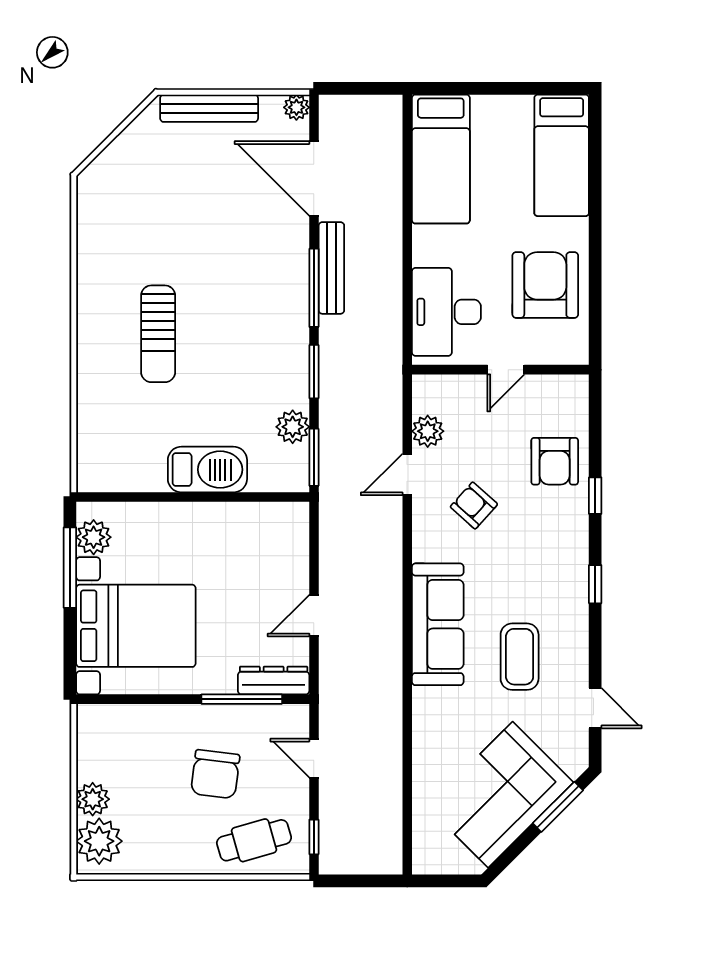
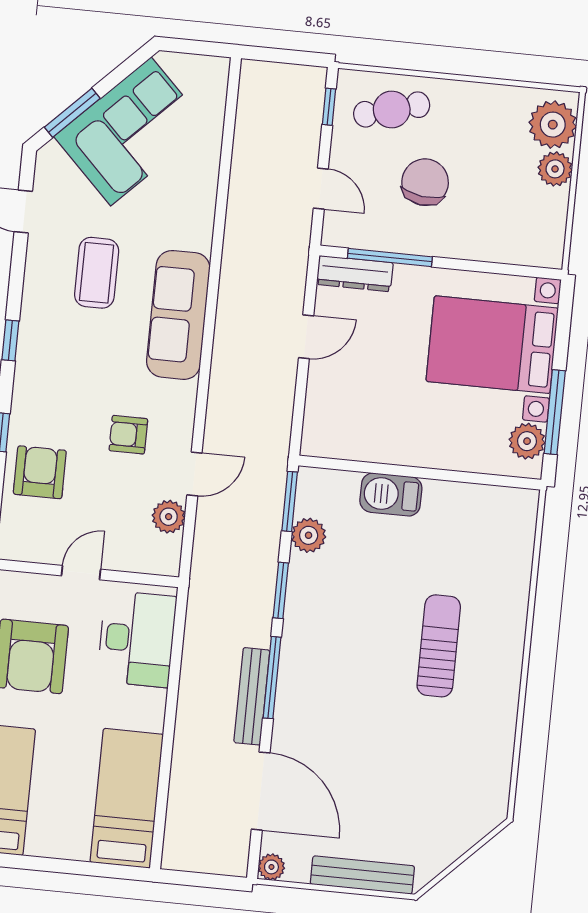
barbecue: (207, 470) -> (391, 494), width x0.73, depth x0.83
armchair: (474, 505) -> (128, 435), turned 138

